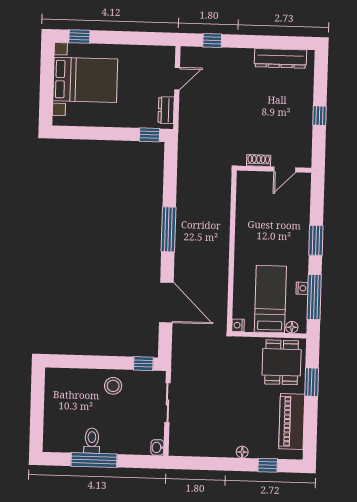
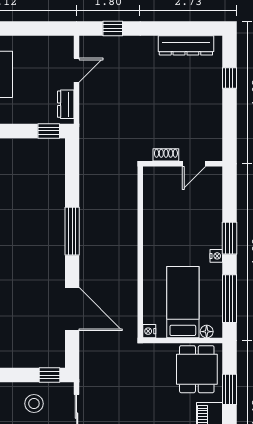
window: (320, 116) -> (229, 78), moved
nightstand: (302, 288) -> (216, 256), moved
stool: (113, 386) -> (34, 404), moved

